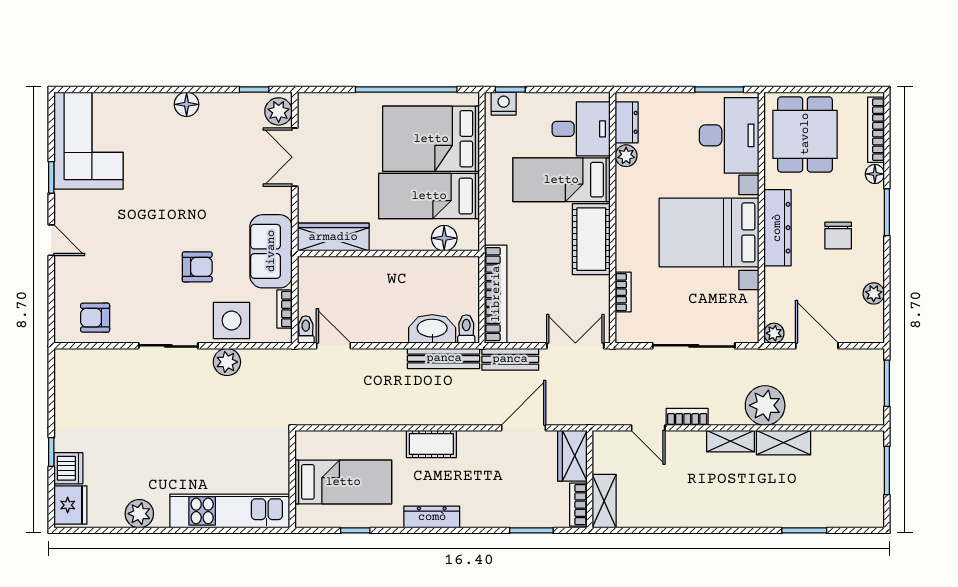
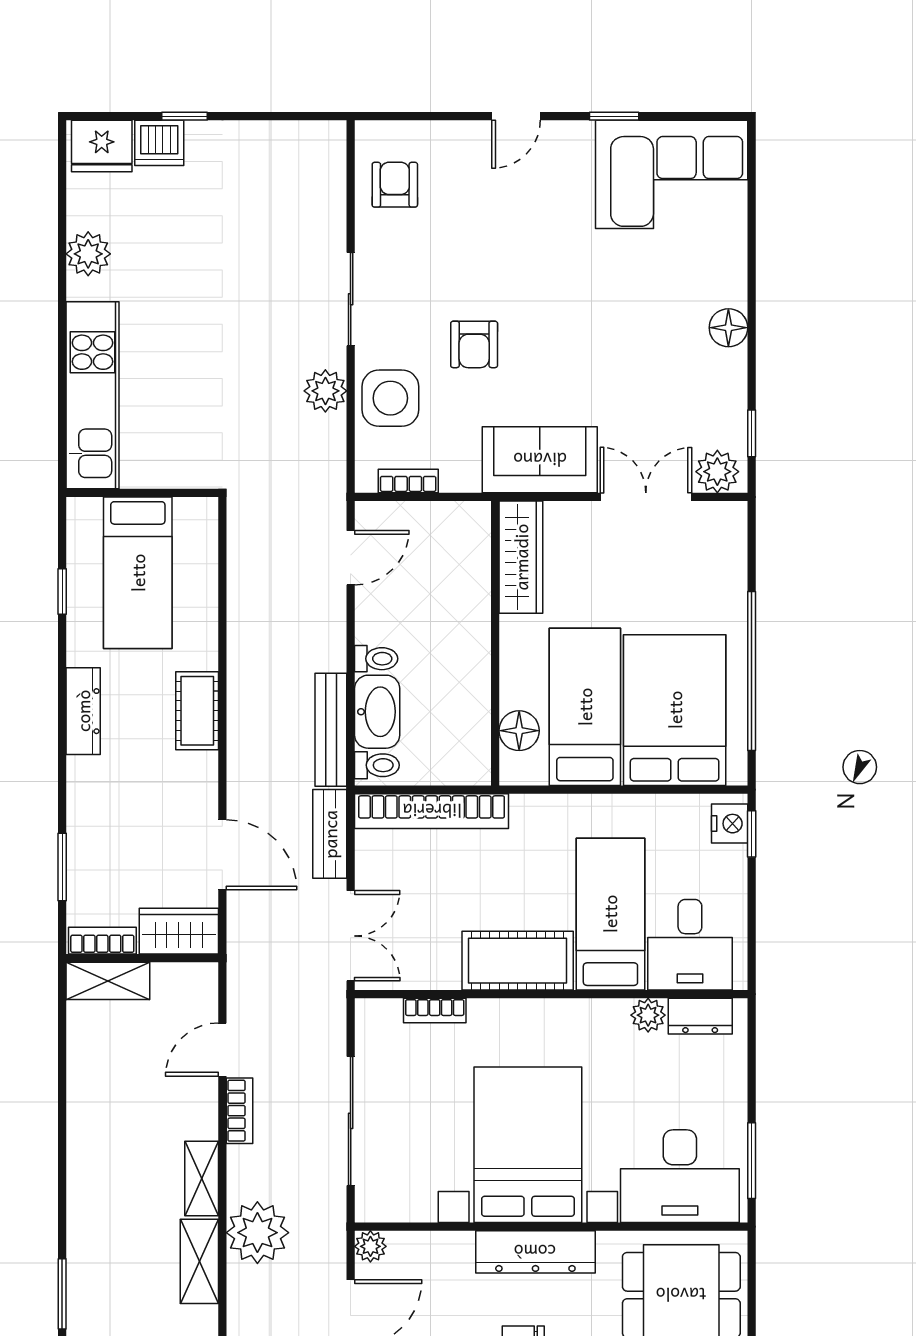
sofa: (271, 251) -> (540, 460), moved
toilet: (306, 330) -> (376, 659), moved

